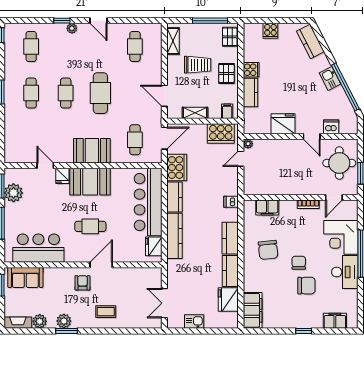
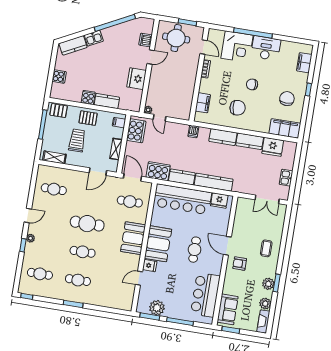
kitchen sink: (330, 79) -> (94, 38), moved
chair: (306, 286) -> (287, 99), moved

